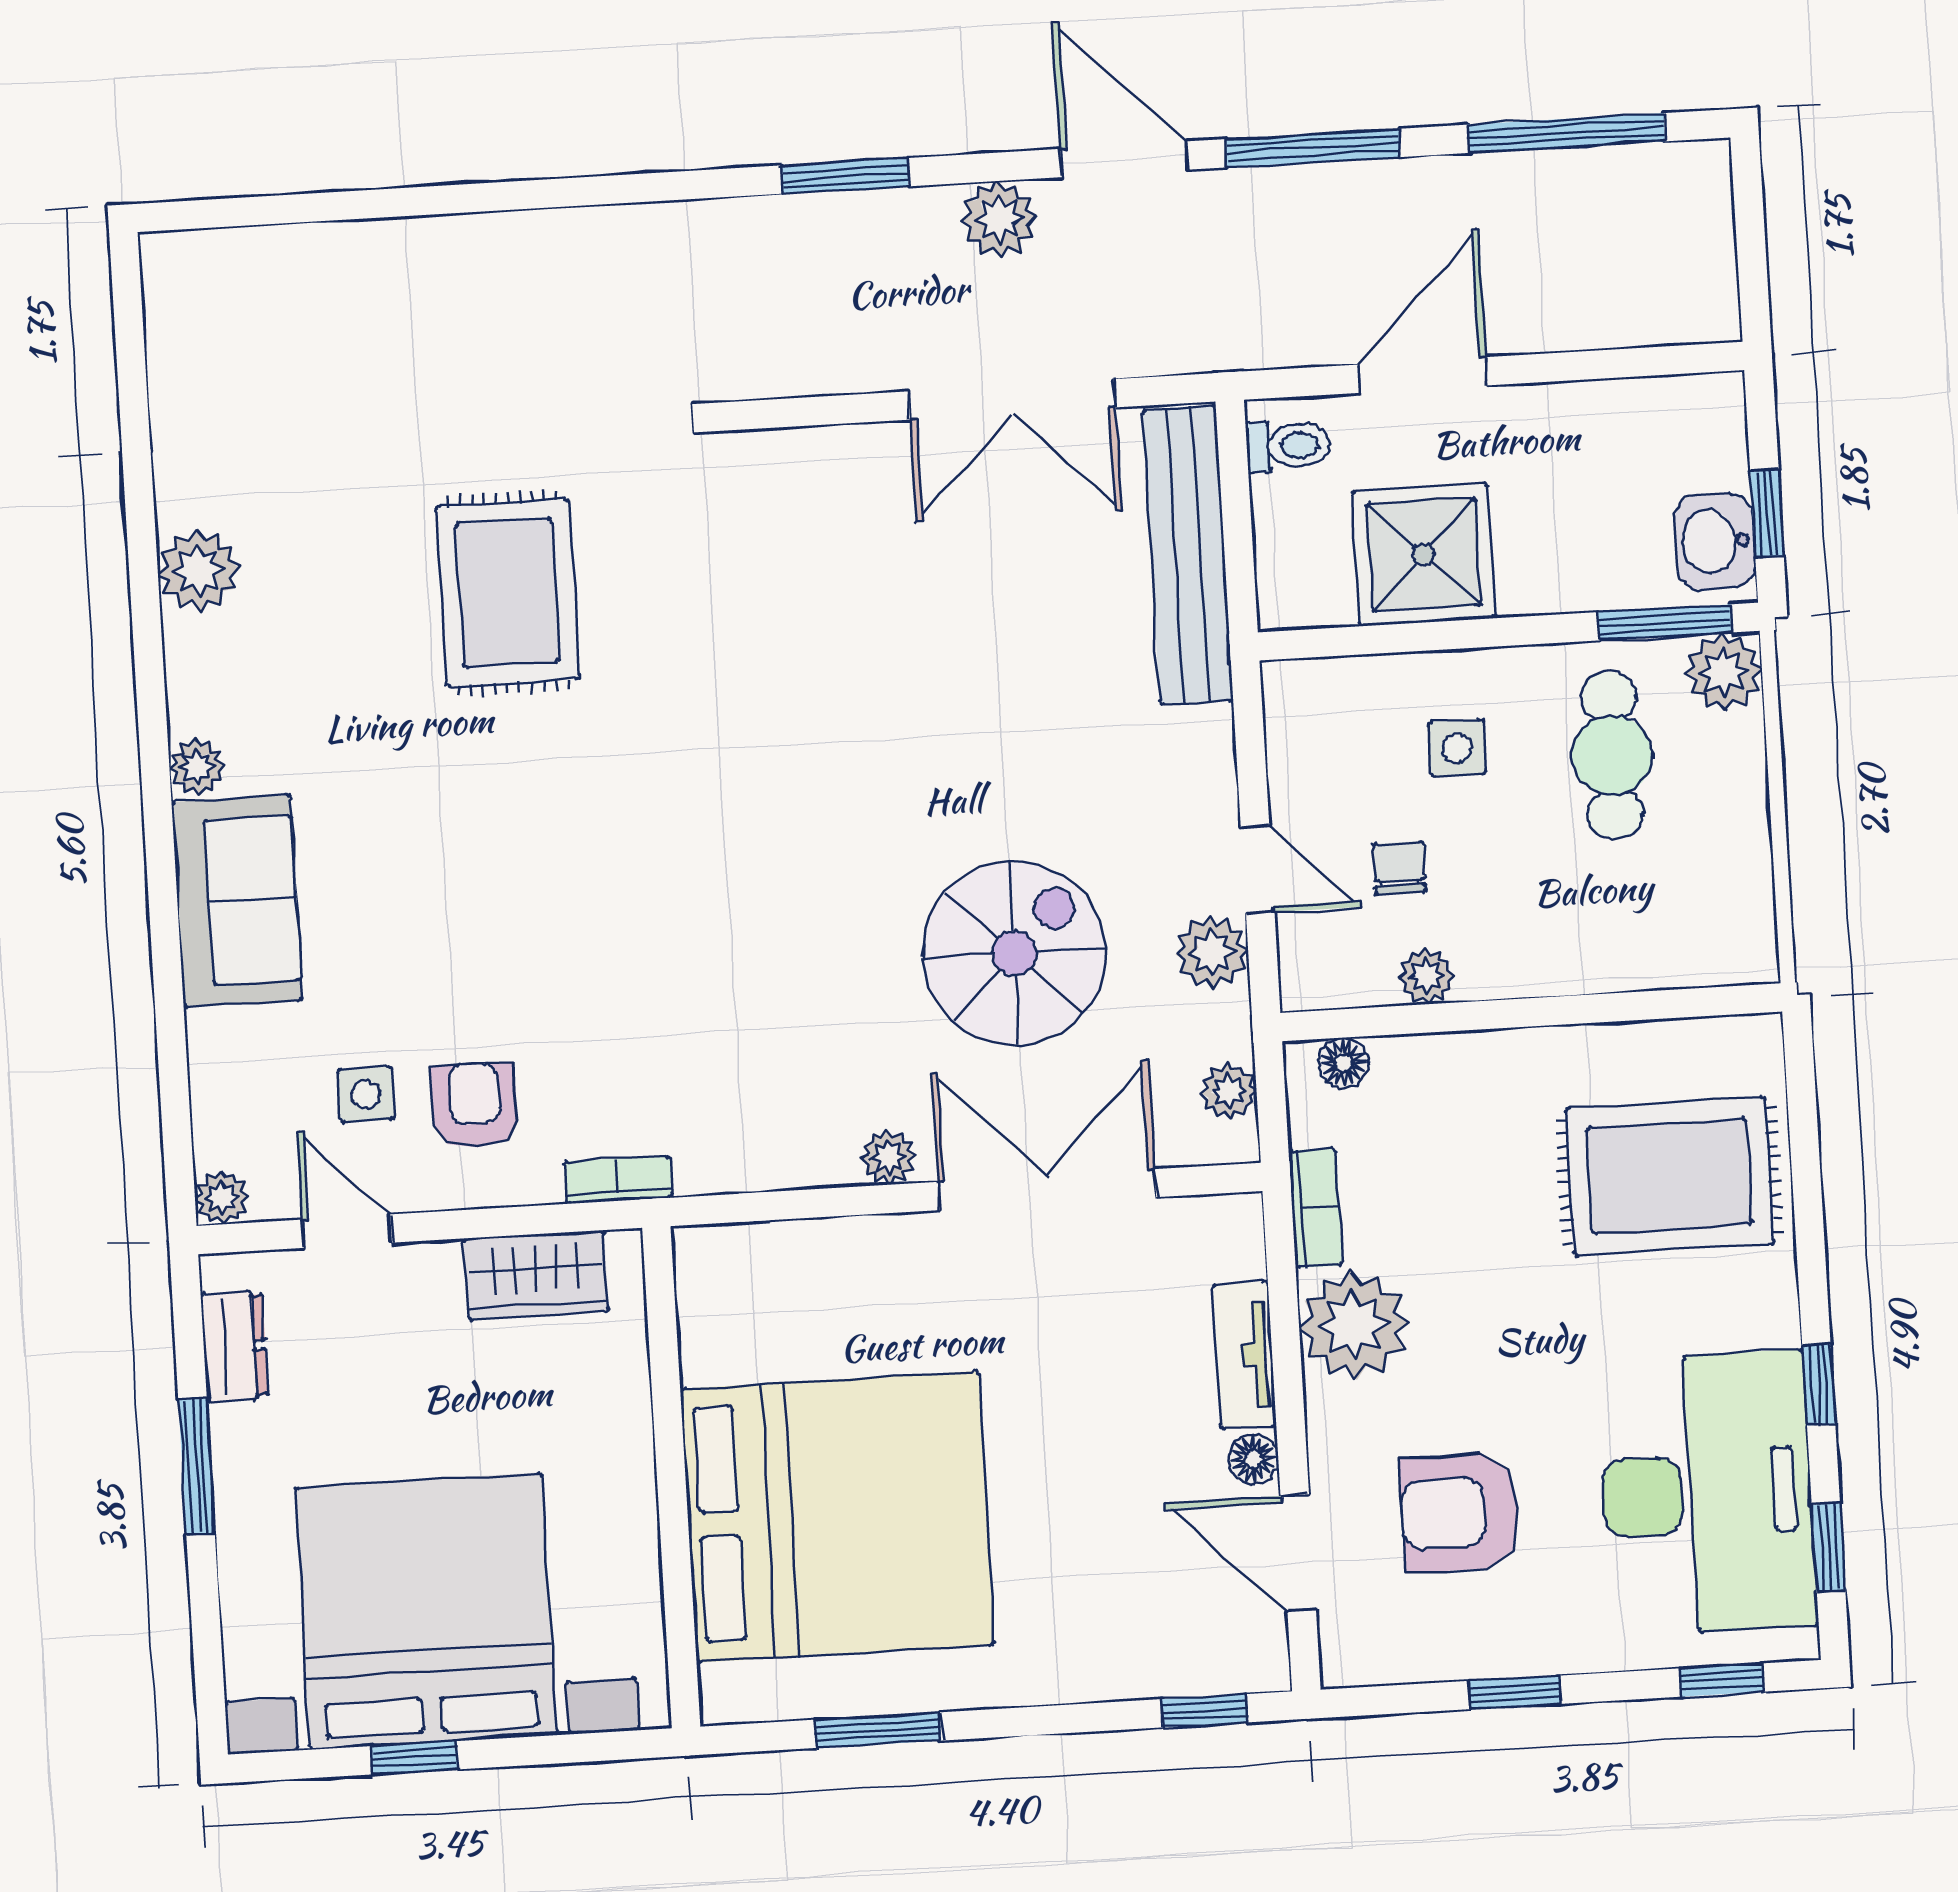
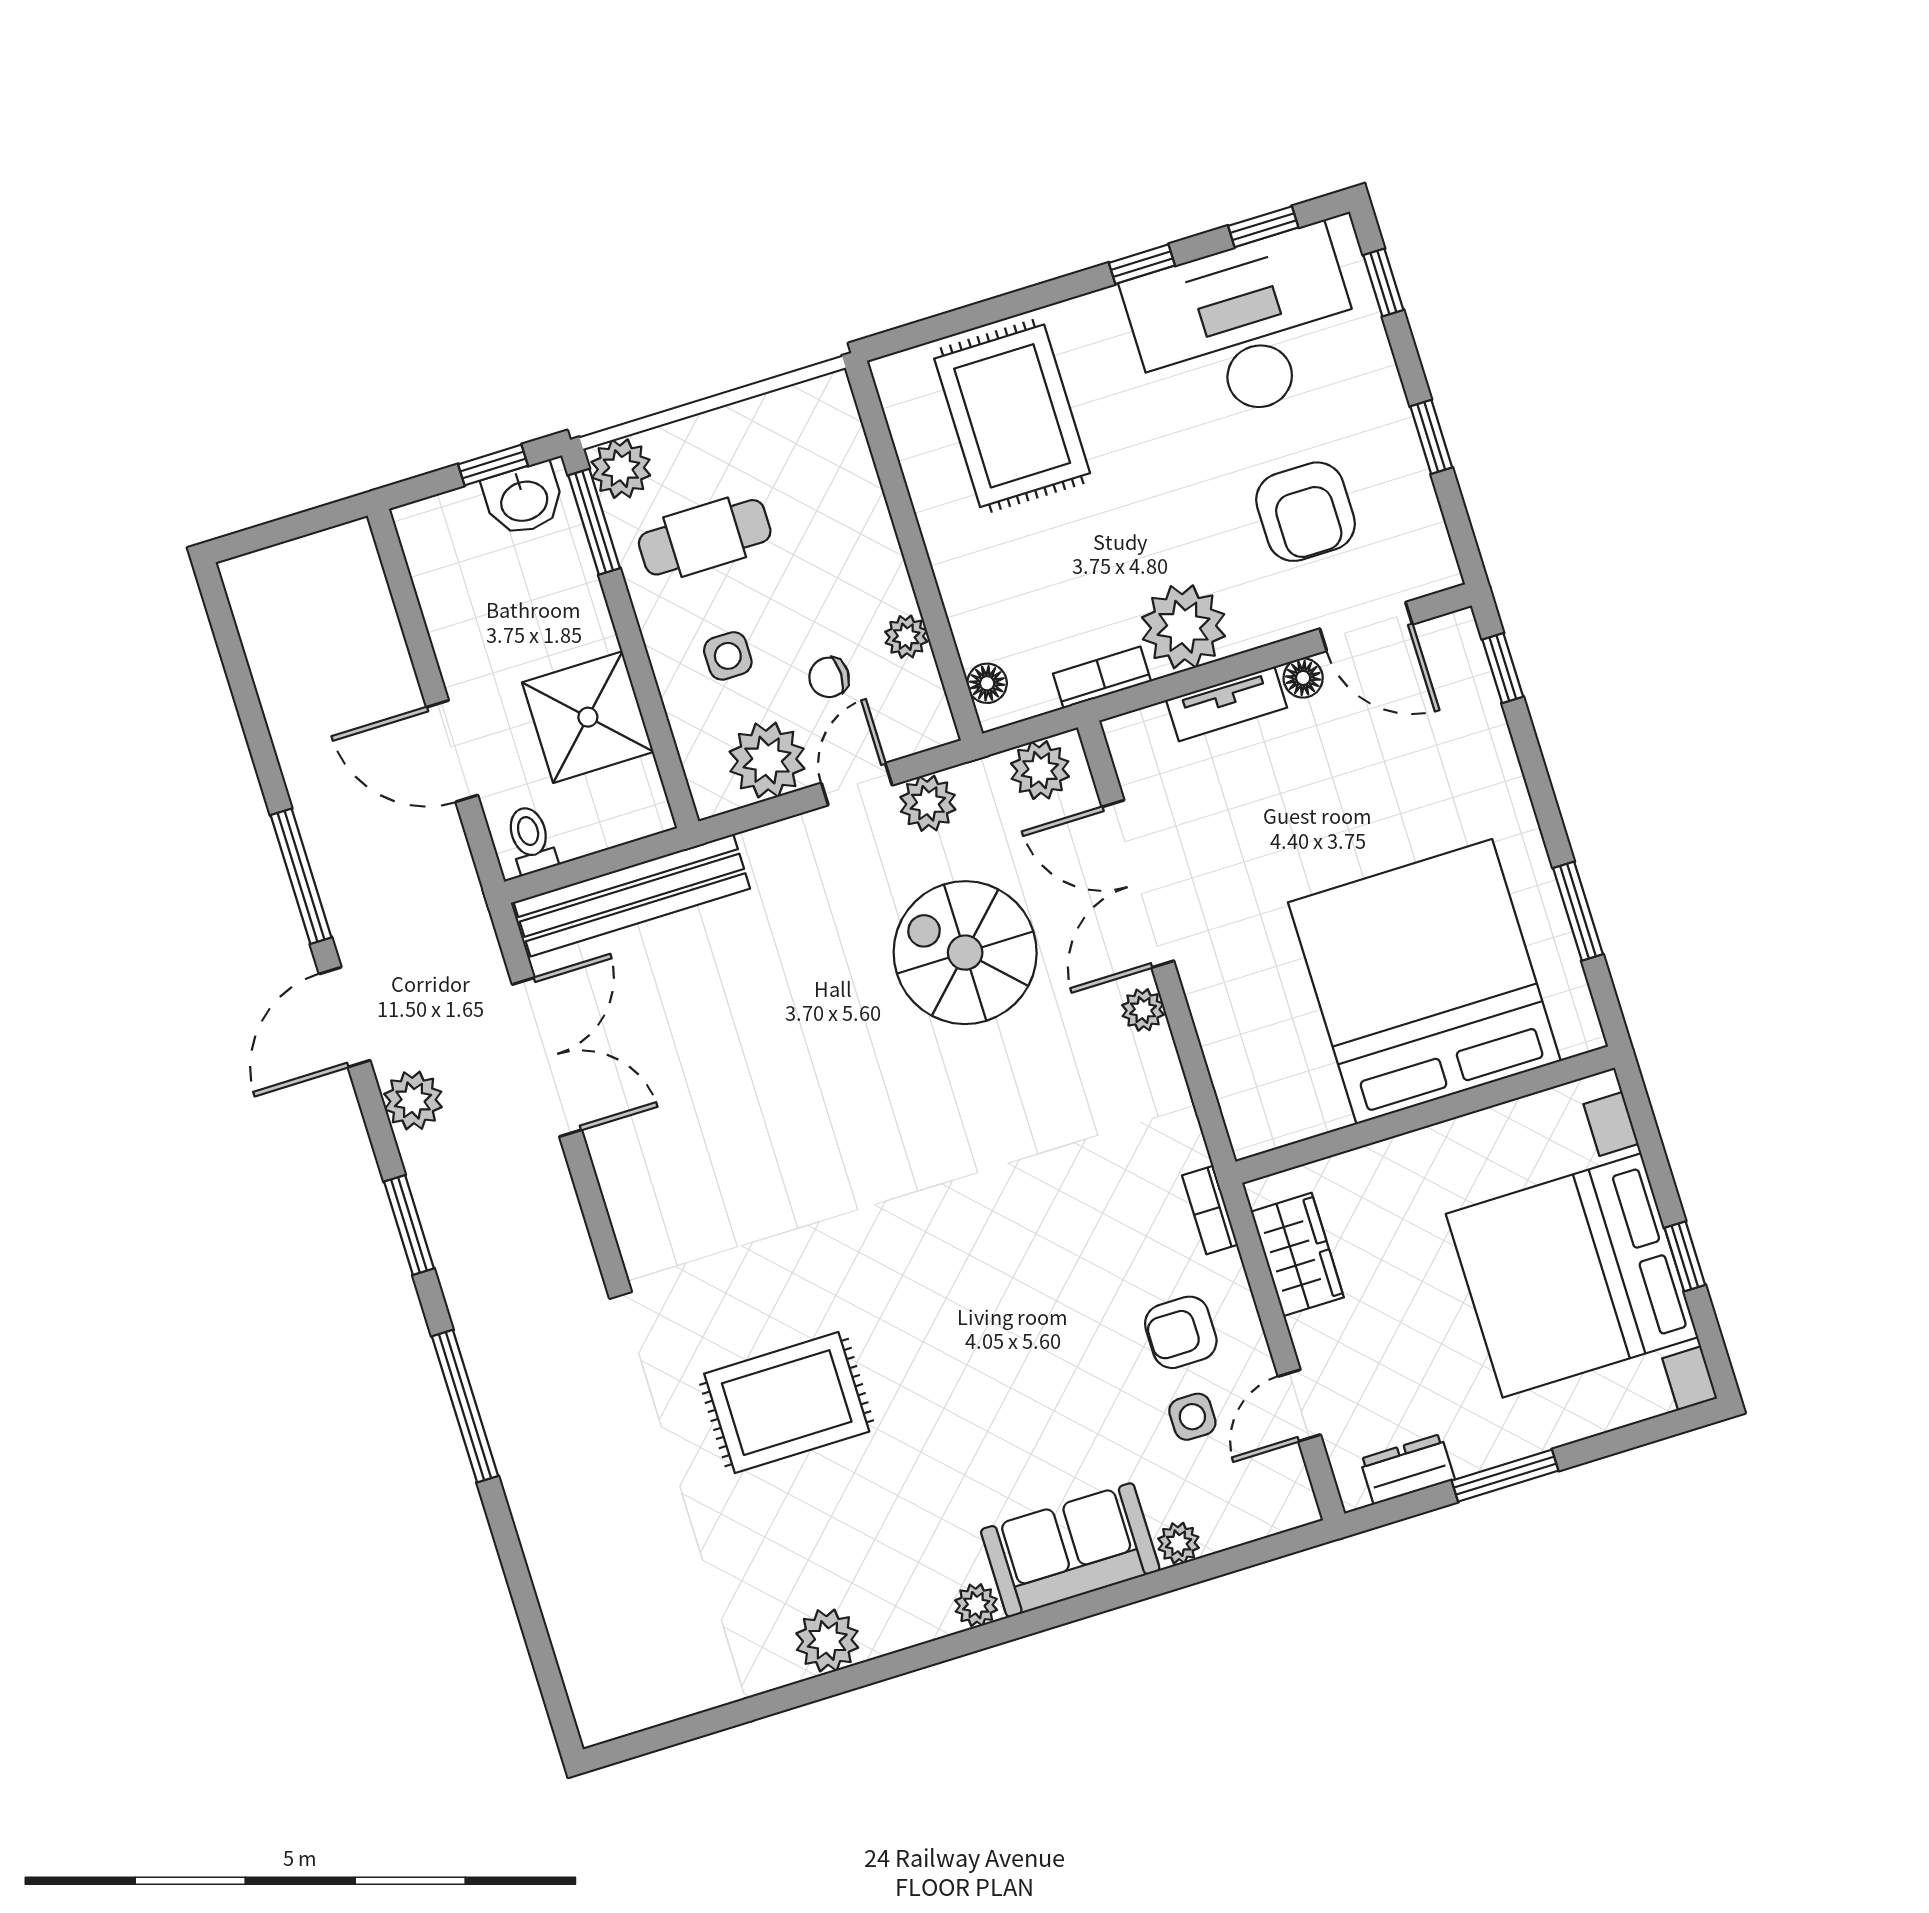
window: (1566, 133) -> (465, 1406), moved
plant: (1315, 765) -> (767, 760), added
plant: (1229, 1091) -> (1040, 770), width x1.38, depth x1.38
plant: (222, 1197) -> (1179, 1543), moved
door: (1298, 1553) -> (1366, 626), hinge flipped

